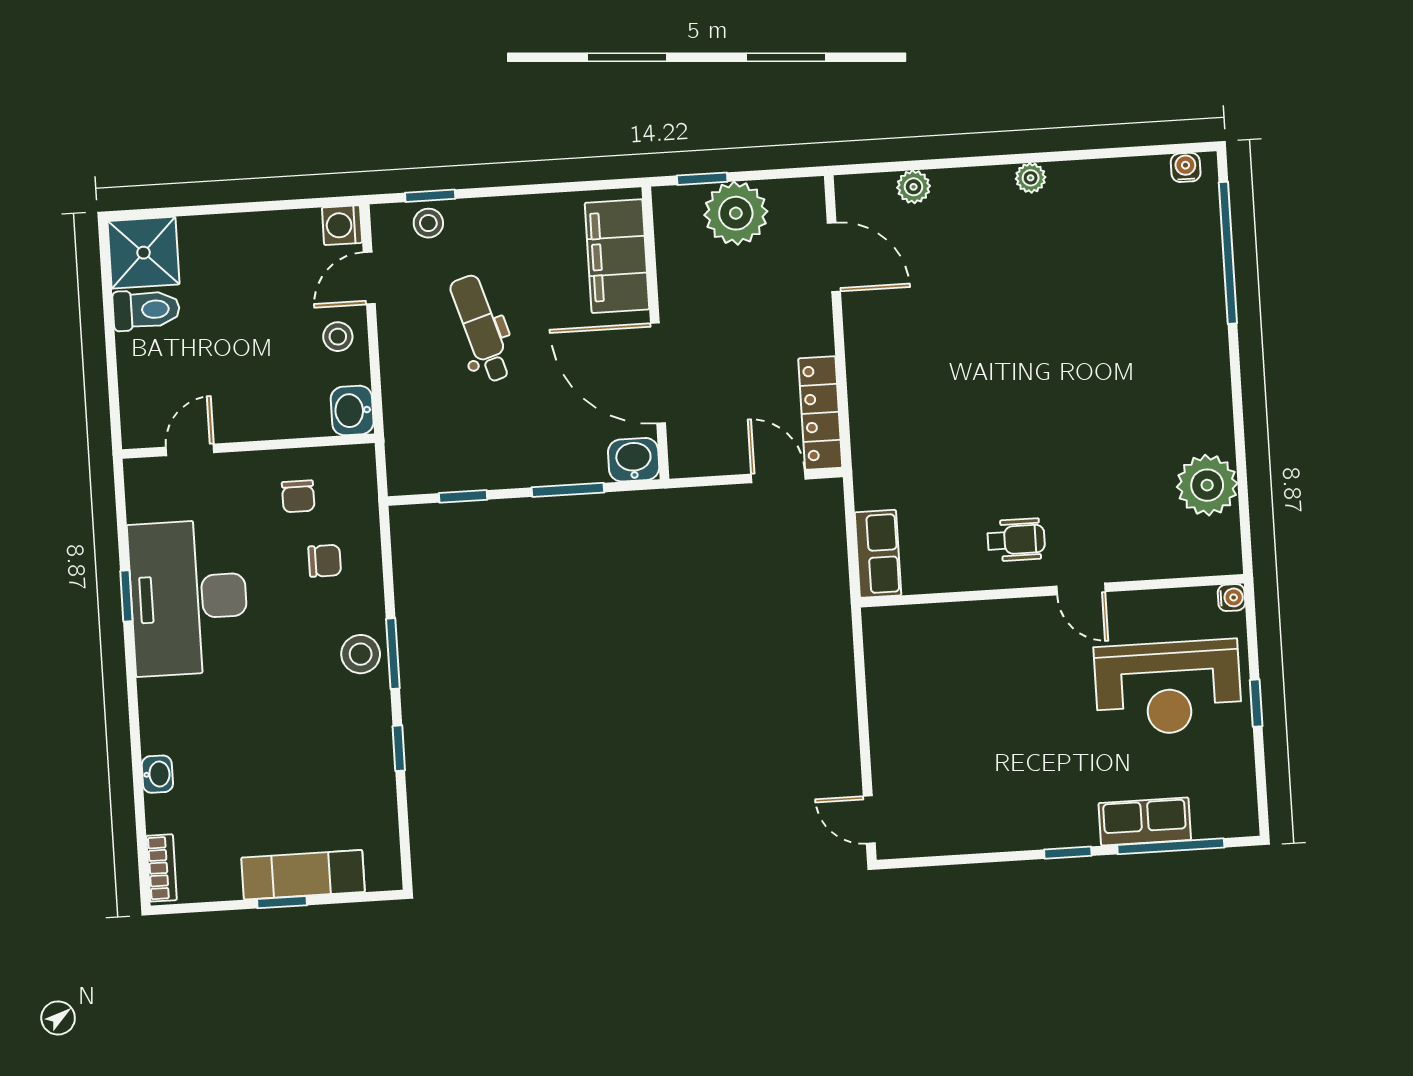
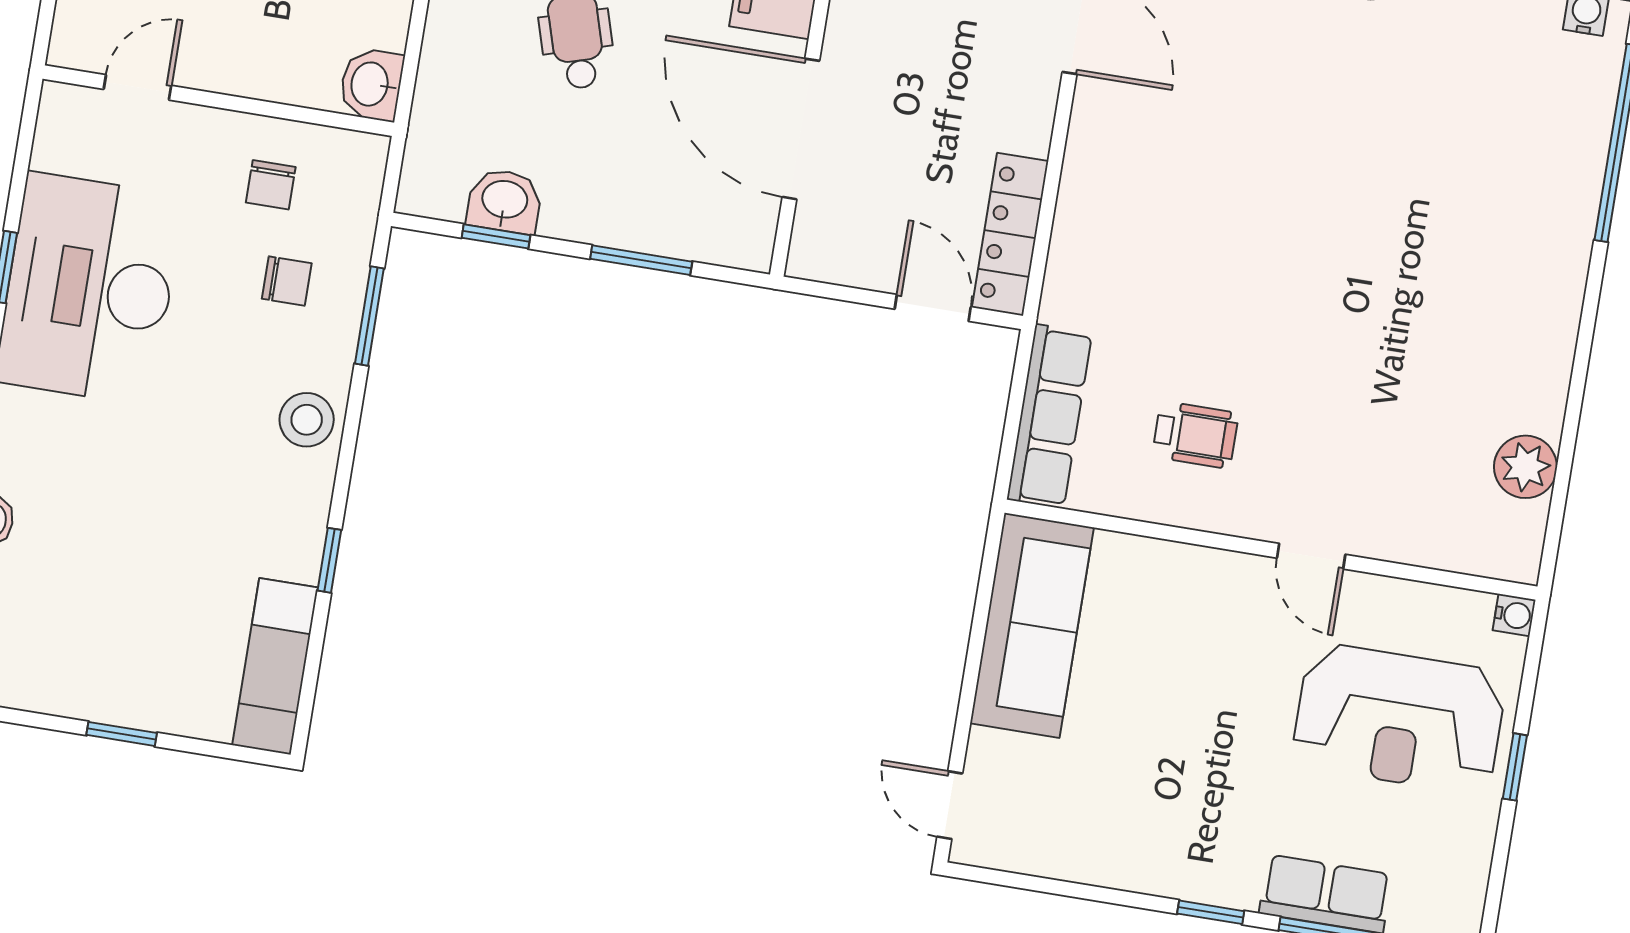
washbasin: (634, 460) -> (505, 201), moved
plant: (1207, 485) -> (1525, 467), width x0.73, depth x0.73
wheelchair: (1016, 540) -> (1195, 435), moved
row of seats: (878, 554) -> (1049, 416), width x1.48
window: (393, 654) -> (369, 316), moved
sofa: (898, 682) -> (1032, 625), added
exam couch: (303, 875) -> (275, 666), moved, turned -90

